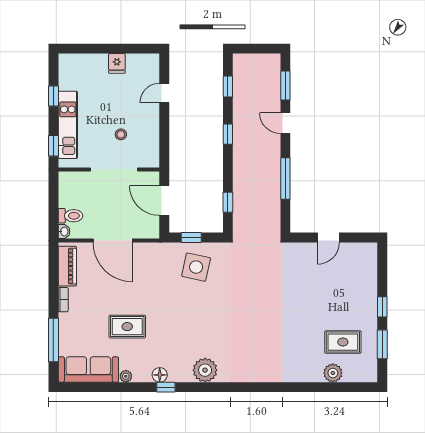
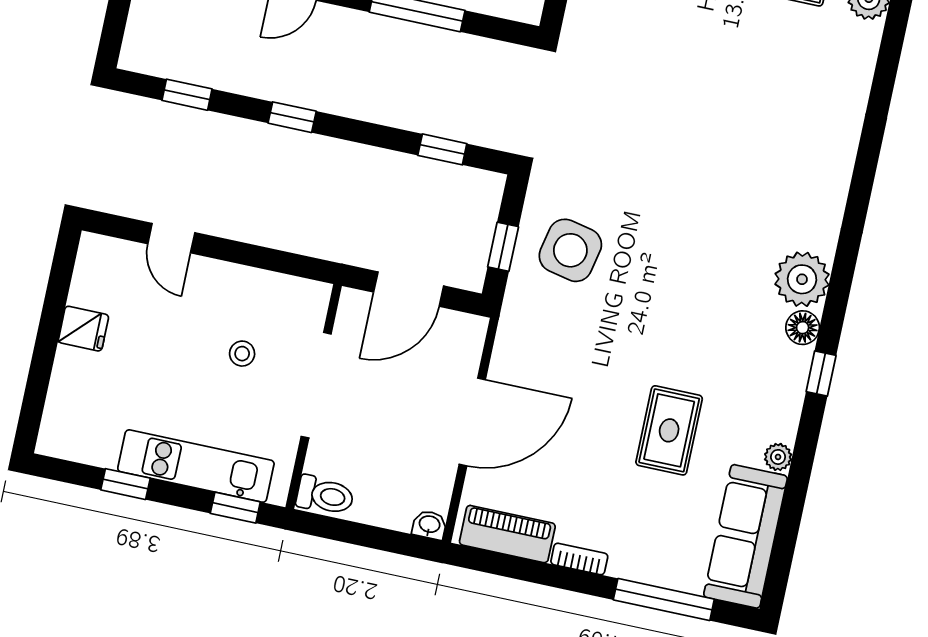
toilet: (70, 216) -> (325, 495), moved, turned 90
floor lamp: (160, 375) -> (803, 328), moved

